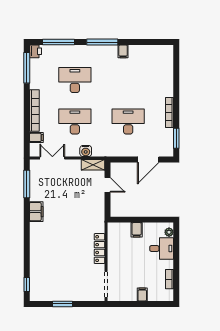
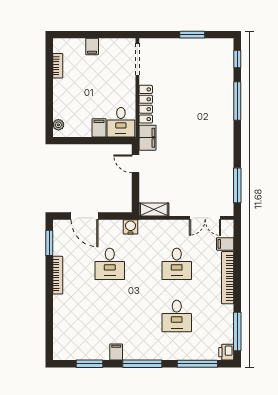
window: (144, 42) -> (90, 364), added
desk: (75, 80) -> (177, 316), width x0.73
desk: (75, 122) -> (177, 264), width x0.73
desk: (128, 122) -> (110, 264), width x0.73
water cooler: (86, 151) -> (130, 227), moved
door: (148, 160) -> (85, 216), swing flipped
door: (108, 185) -> (136, 164), moved
filing cabinet: (36, 212) -> (148, 138), moved, turned 180
desk: (162, 249) -> (121, 122), moved, turned -90
window: (27, 251) -> (237, 101), added

